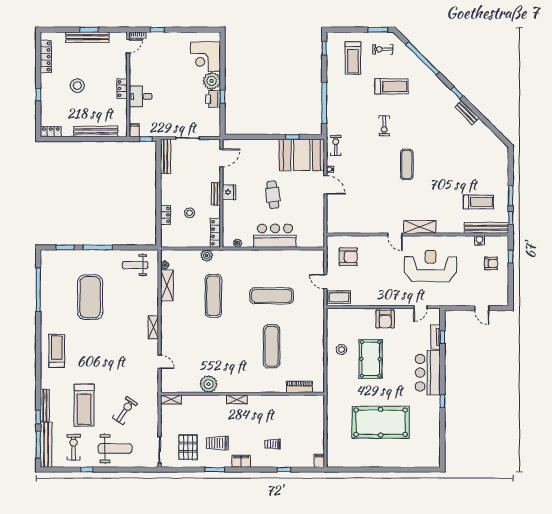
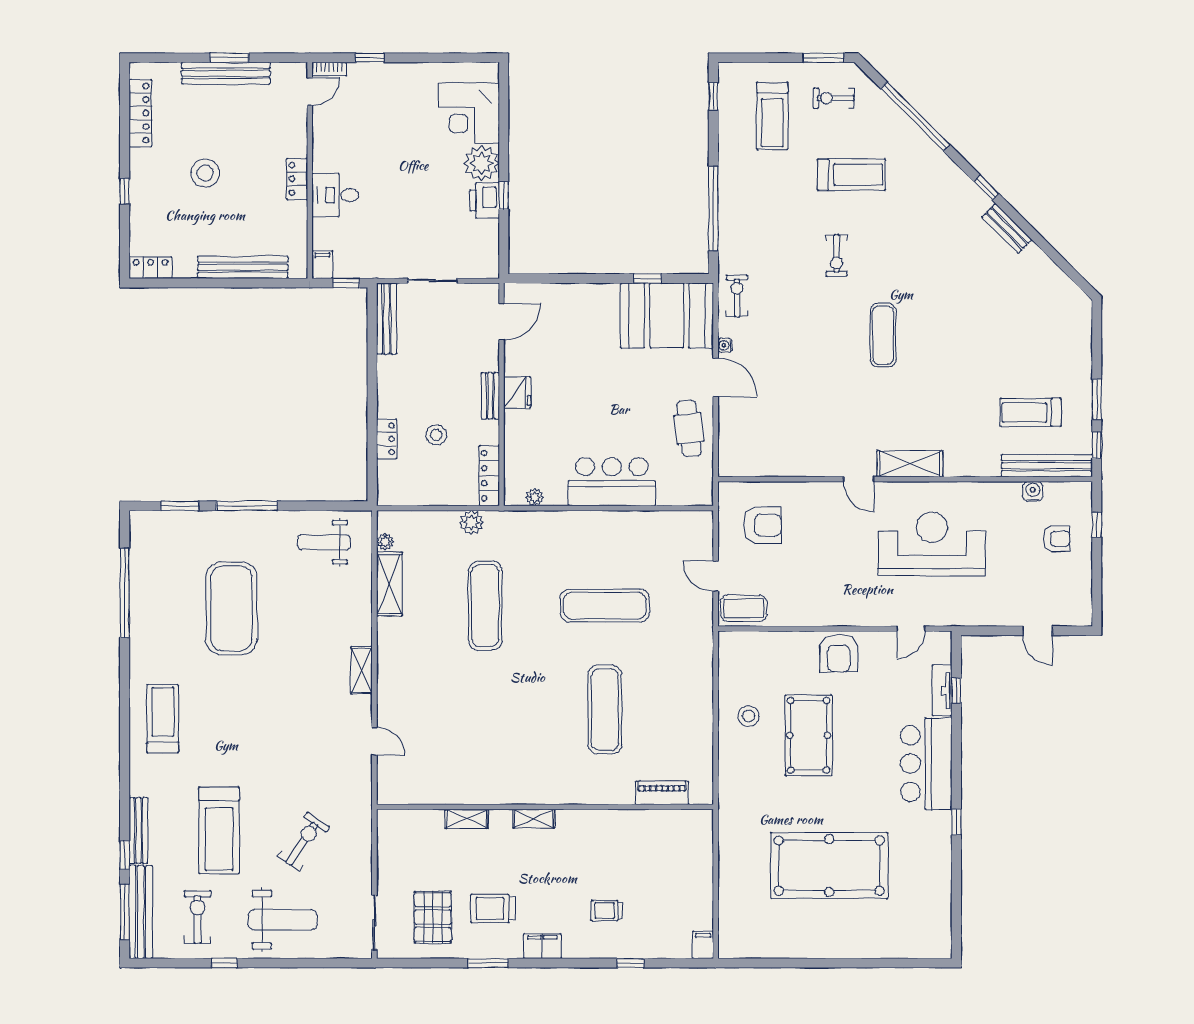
cafe table: (273, 195) -> (689, 428), moved
treadmill: (478, 202) -> (1031, 412), turned 180
plant: (209, 384) -> (475, 787), removed
shelving: (171, 399) -> (466, 819), moved

